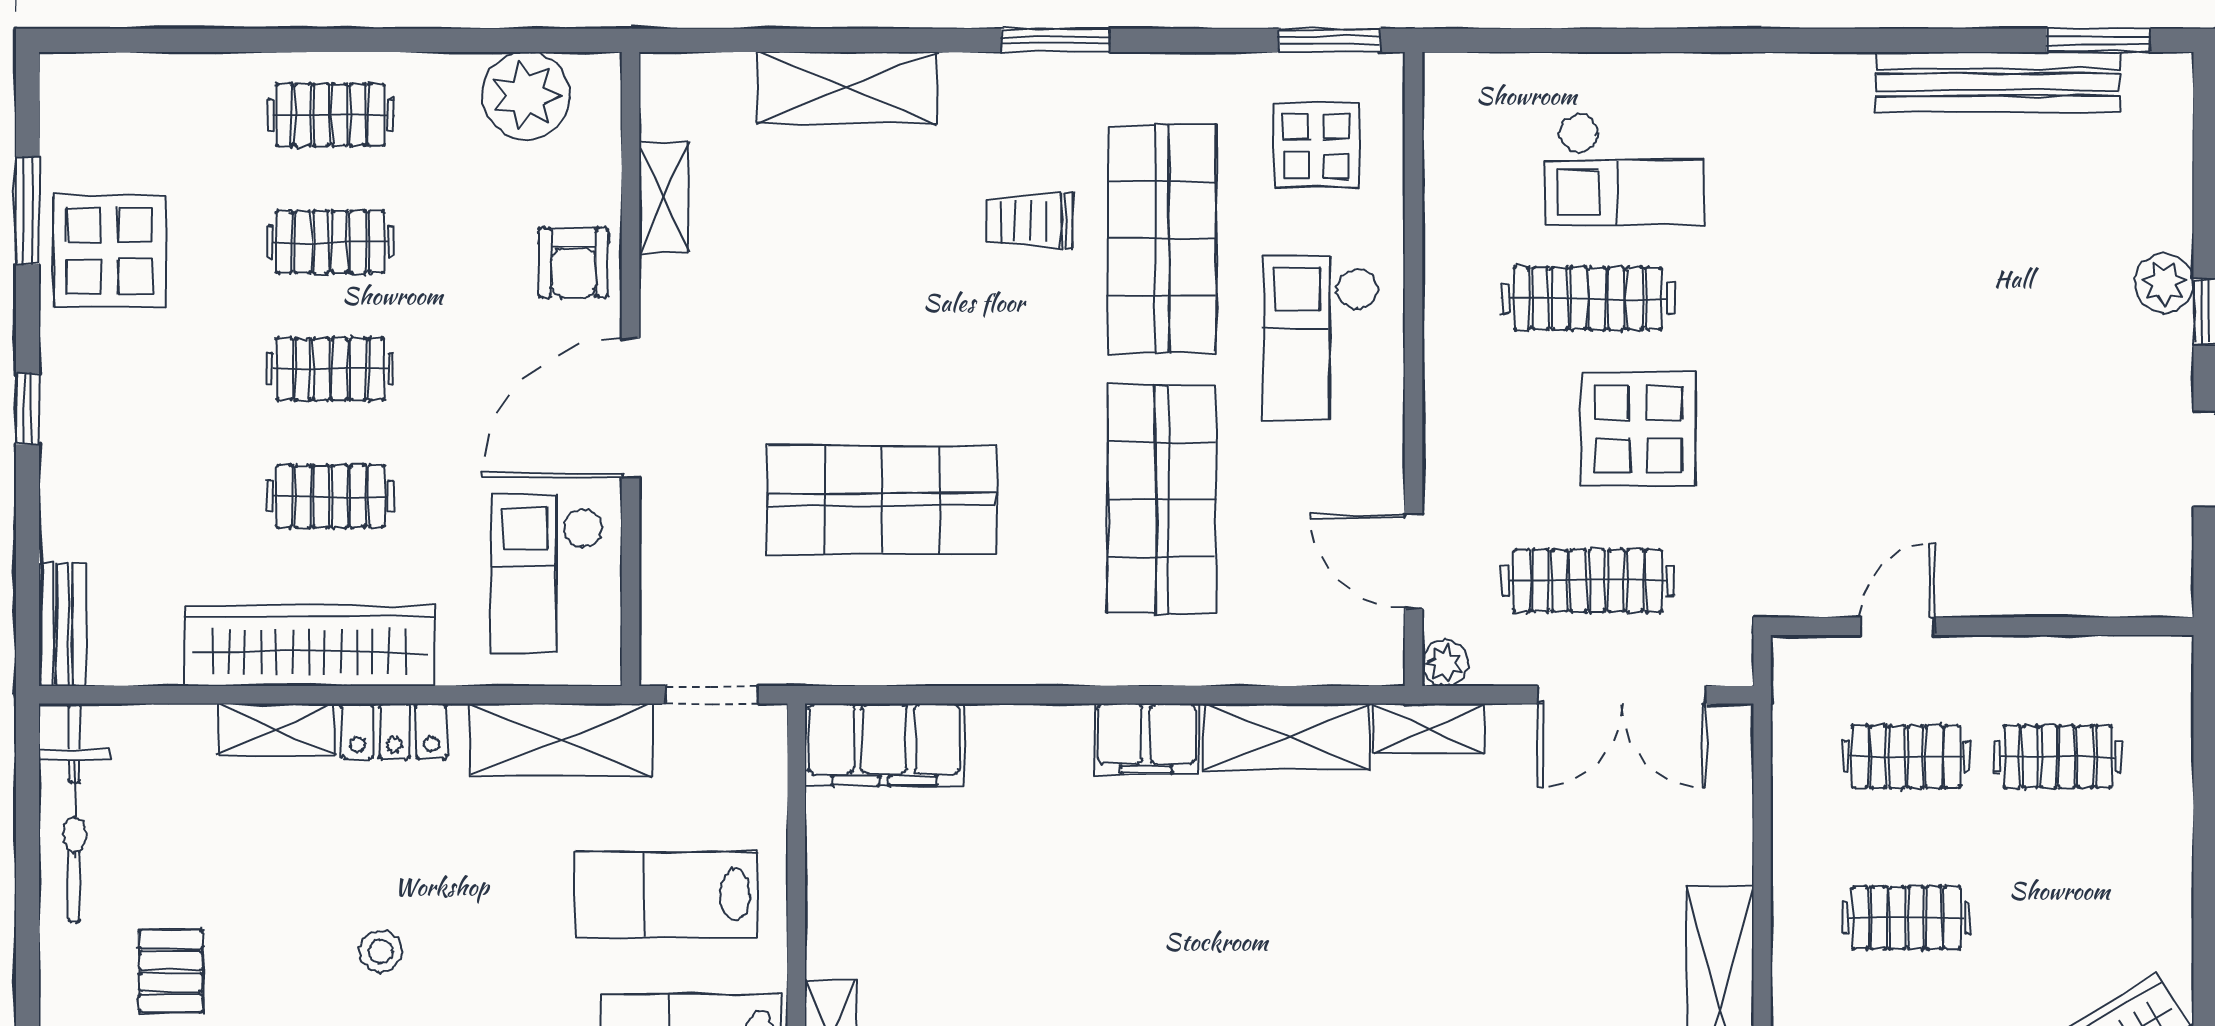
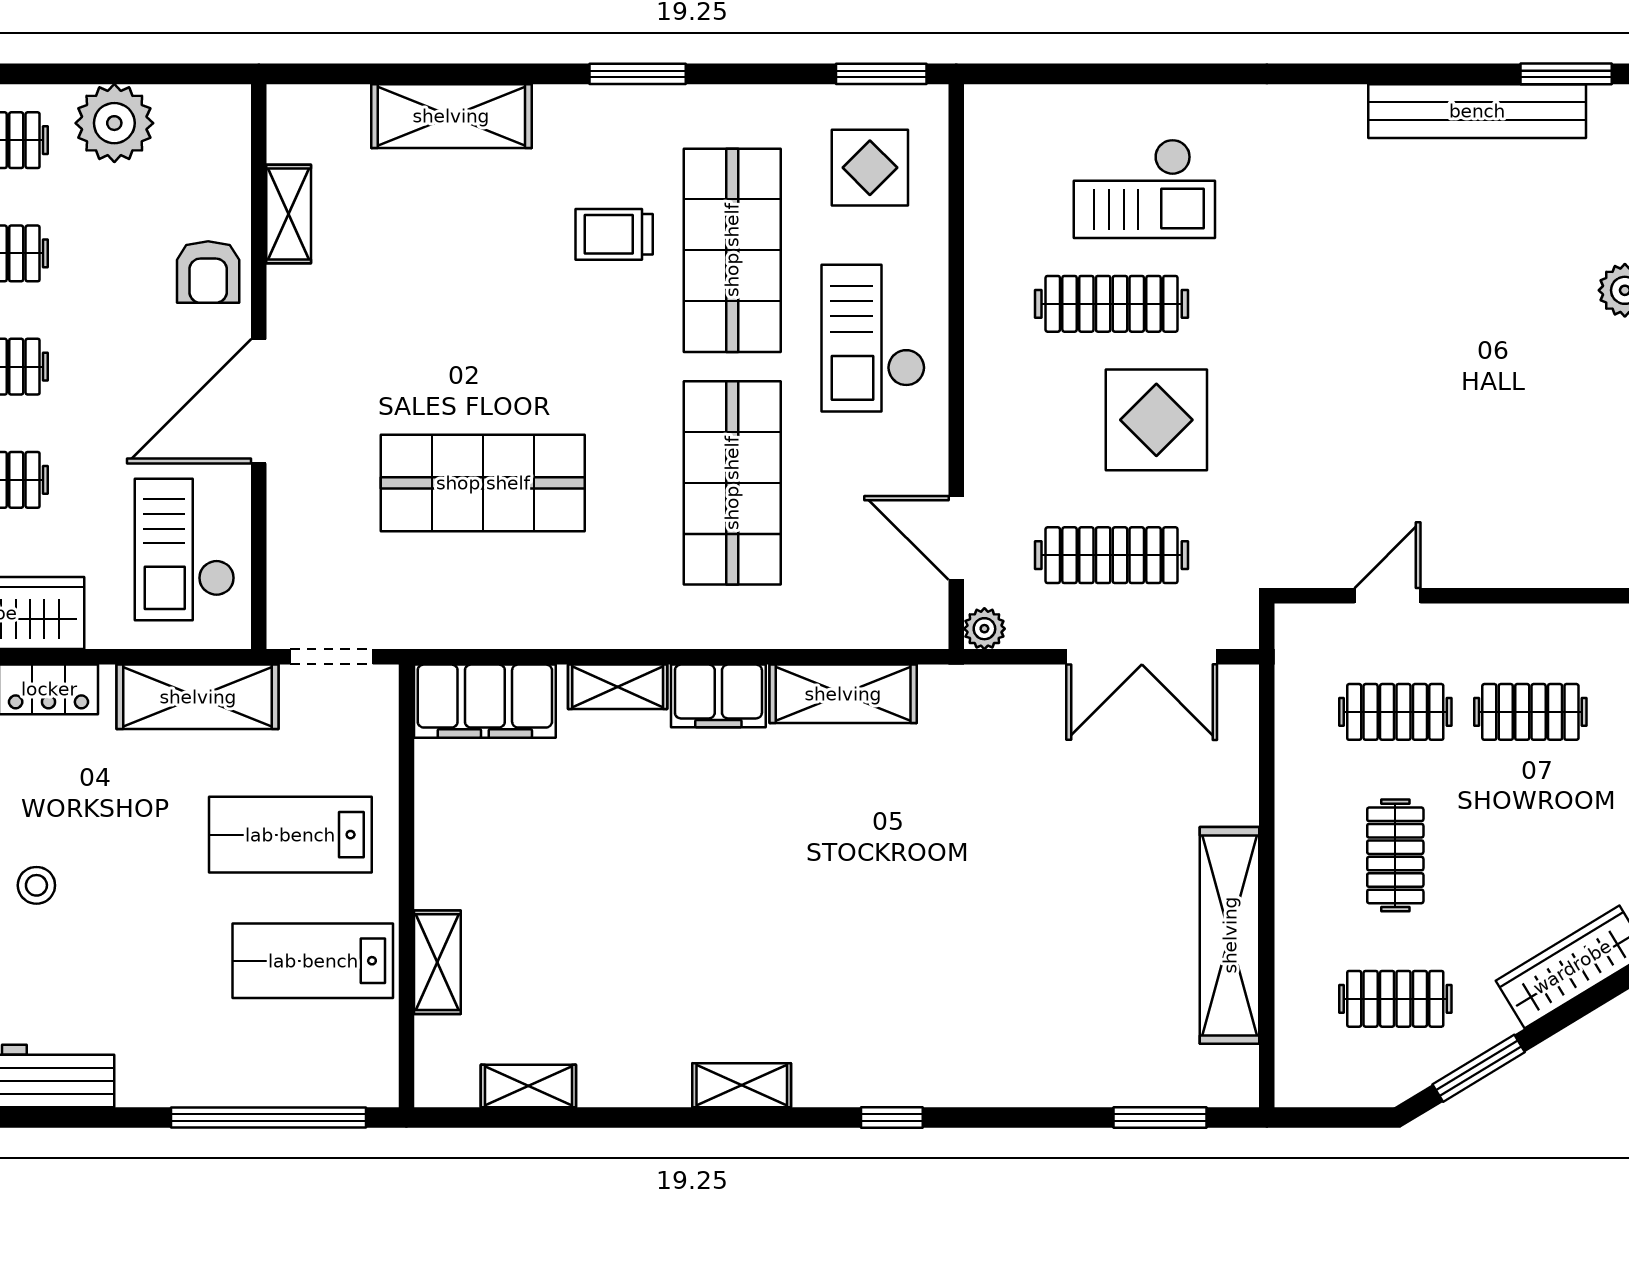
plant: (526, 96) -> (114, 123), moved
shelving: (1429, 728) -> (618, 687), moved
clothes rail: (1906, 918) -> (1395, 855), turned 90

